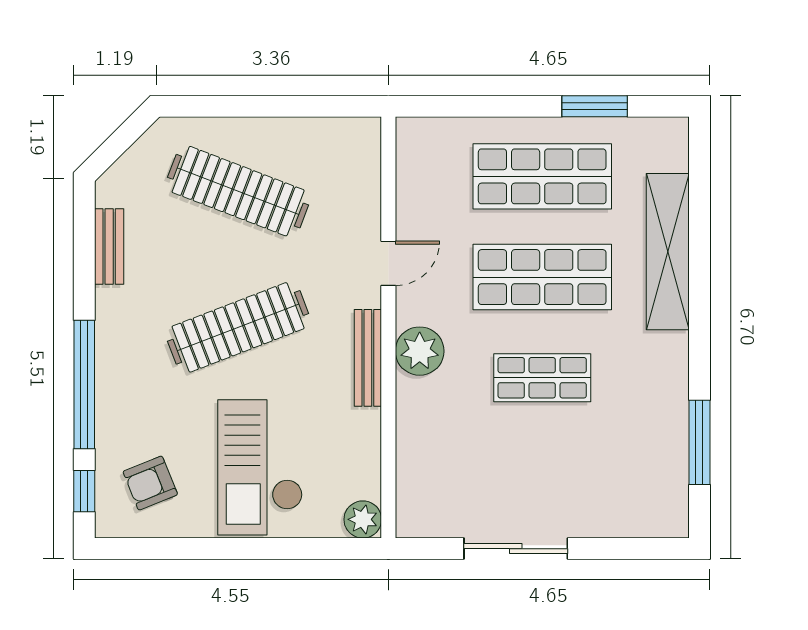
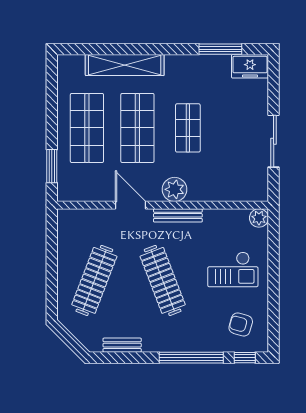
window: (595, 106) -> (52, 166), moved
door: (388, 263) -> (131, 205), width x1.38
checkout: (260, 467) -> (233, 269), width x0.73, depth x0.83
armchair: (150, 483) -> (241, 324), turned 128
freezer: (665, 502) -> (250, 66), added

